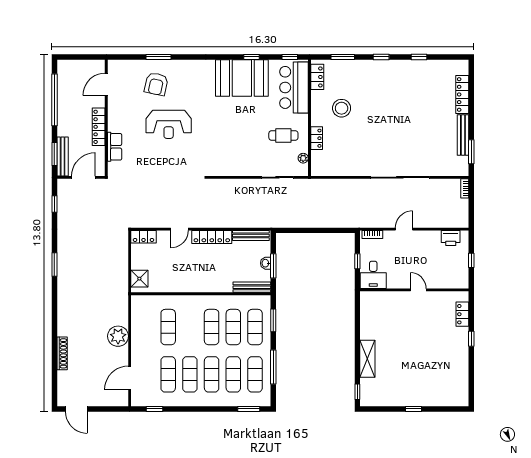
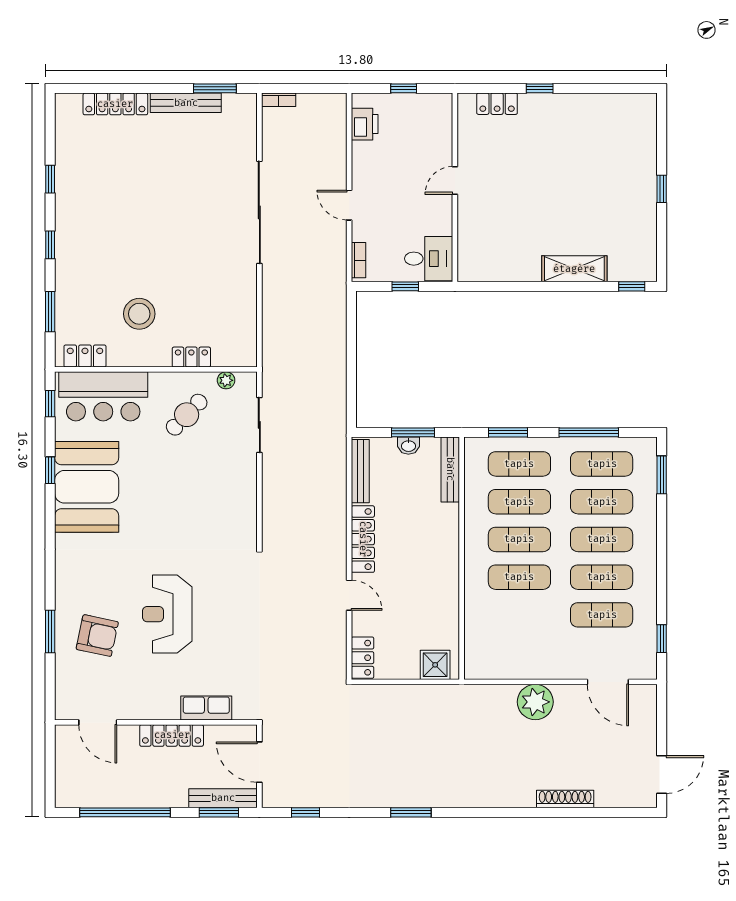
reception desk: (169, 124) -> (167, 614), turned 180
cafe table: (283, 135) -> (187, 415), turned 44
exercise mat: (168, 327) -> (519, 577), moved

